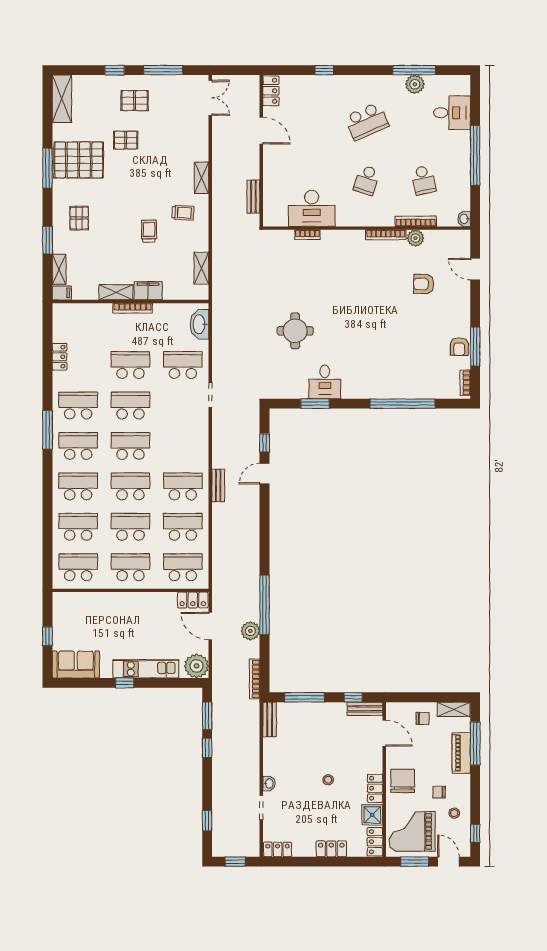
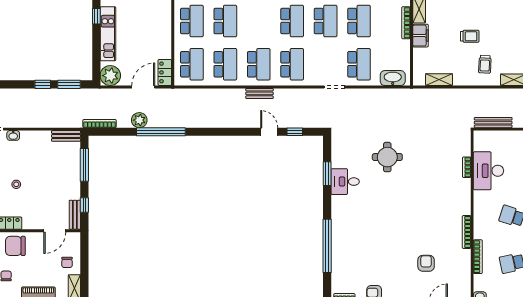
bench: (253, 197) -> (493, 123), width x1.36
plant: (415, 238) -> (464, 257), removed
school desk: (130, 486) -> (292, 64), moved
chair: (403, 781) -> (15, 246), turned 180

